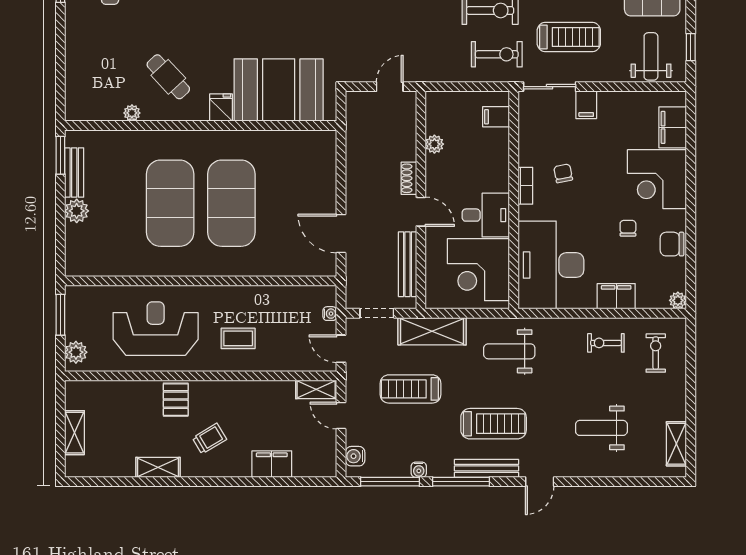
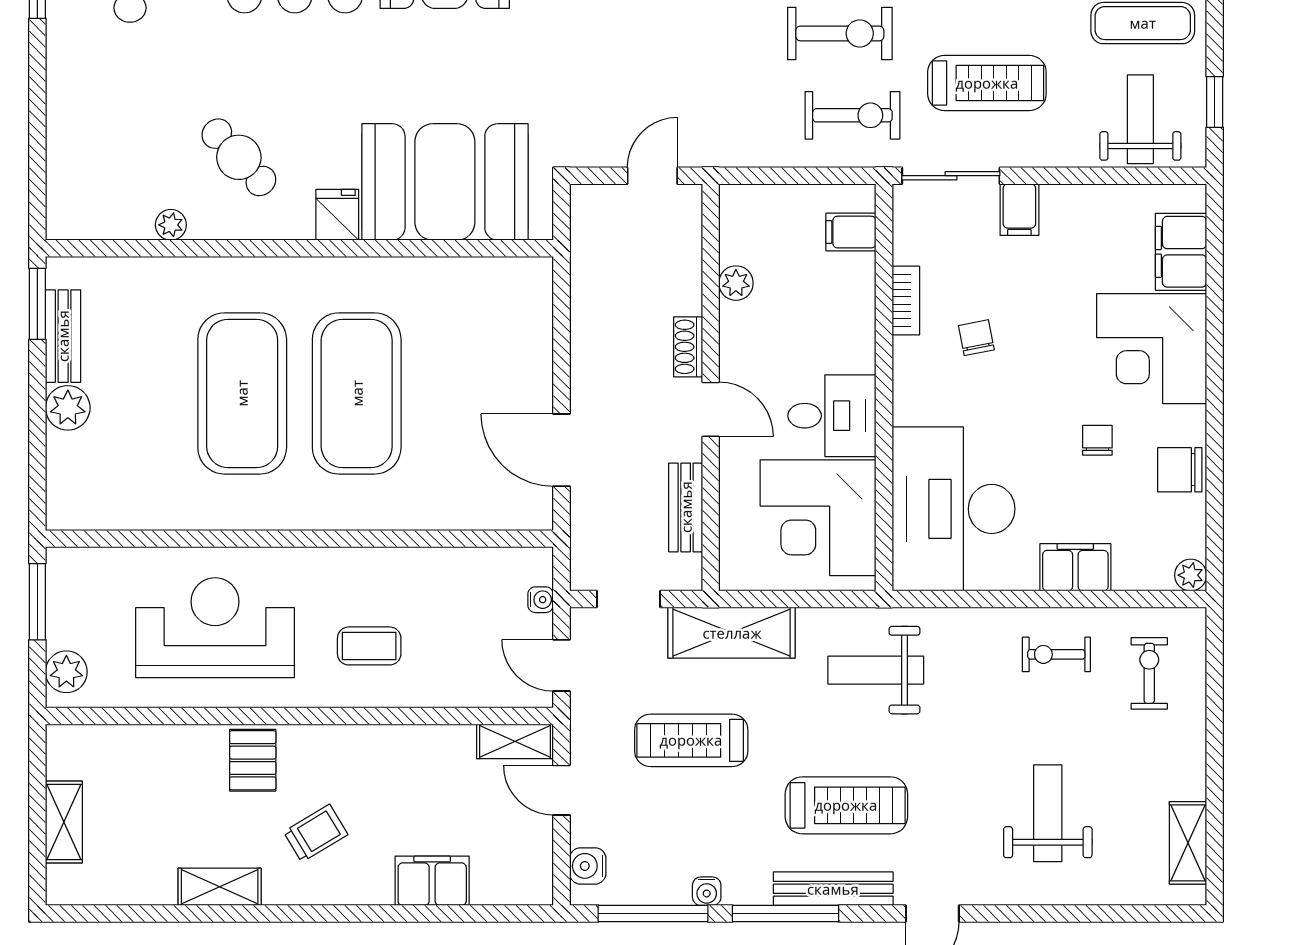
bookcase: (525, 186) -> (906, 301), moved
bench: (408, 264) -> (686, 507), width x0.73
weight bench: (601, 428) -> (1048, 813), turned 90

